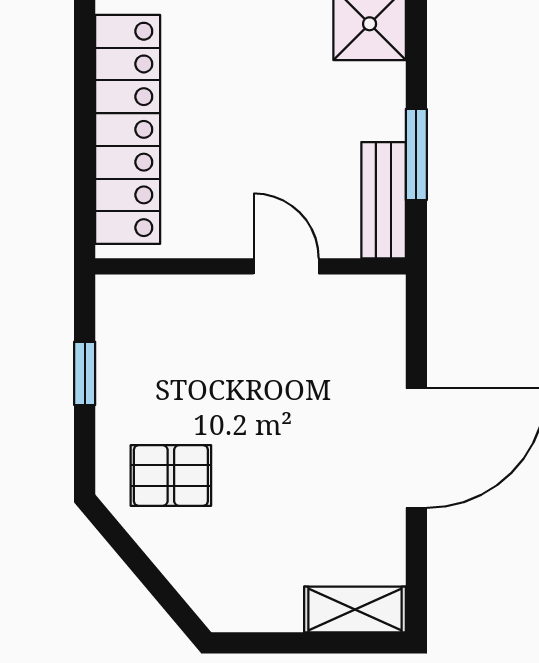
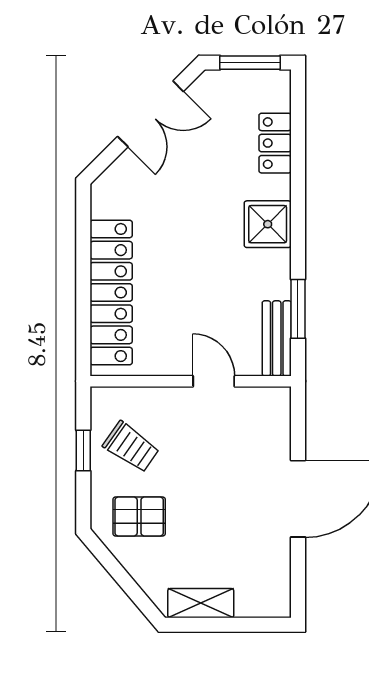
trolley: (158, 368) -> (131, 447), added
shelving: (355, 609) -> (201, 603), moved

